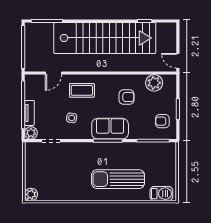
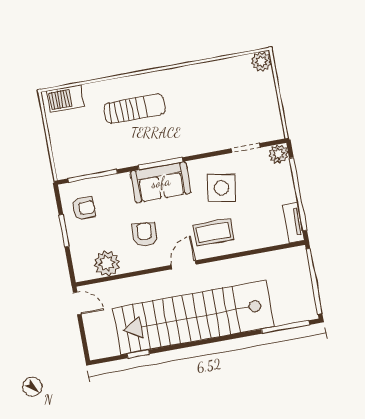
door: (53, 73) -> (184, 265), moved
armchair: (127, 97) -> (144, 235), turned 95
tv unit: (29, 113) -> (293, 223), moved
side table: (72, 118) -> (221, 188), width x1.87, depth x1.87
sun lounger: (118, 179) -> (135, 109), width x0.73, depth x0.75

